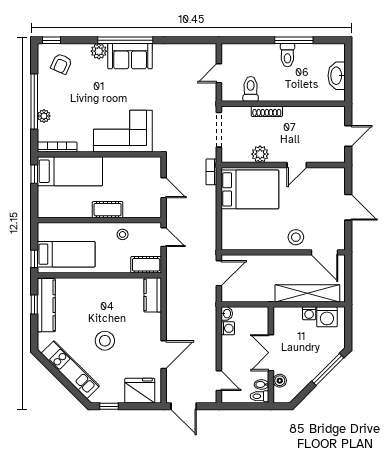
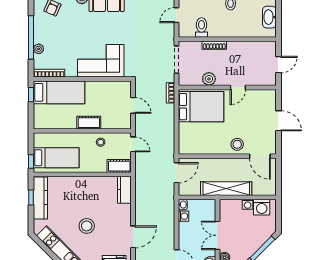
shelving: (307, 293) -> (226, 189), moved

